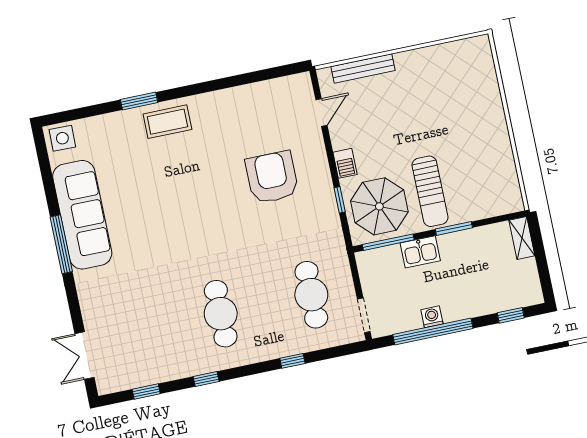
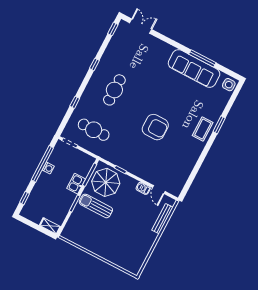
barbecue: (345, 163) -> (143, 188), moved
armchair: (272, 177) -> (155, 127), moved
window: (61, 244) -> (202, 58), moved
cafe table: (221, 314) -> (114, 90), turned 90
window: (146, 391) -> (113, 29), moved

